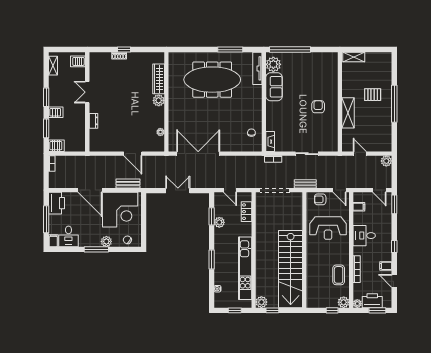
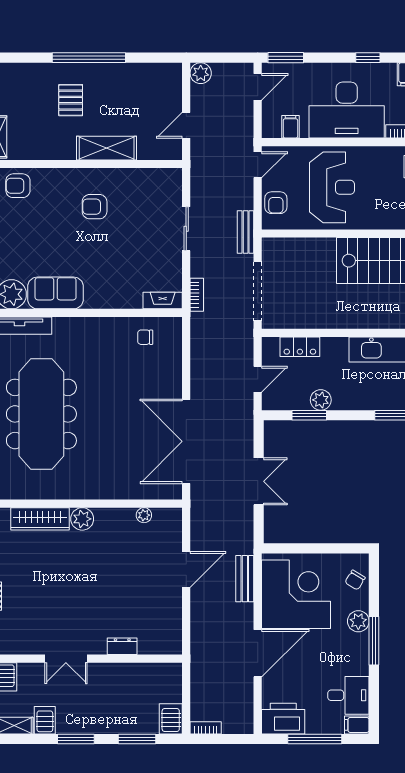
armchair: (329, 68) -> (18, 186), added
server rack: (56, 112) -> (45, 720), moved
double door: (178, 191) -> (259, 481), swing flipped
desk: (364, 236) -> (347, 110), width x1.87, depth x1.30

